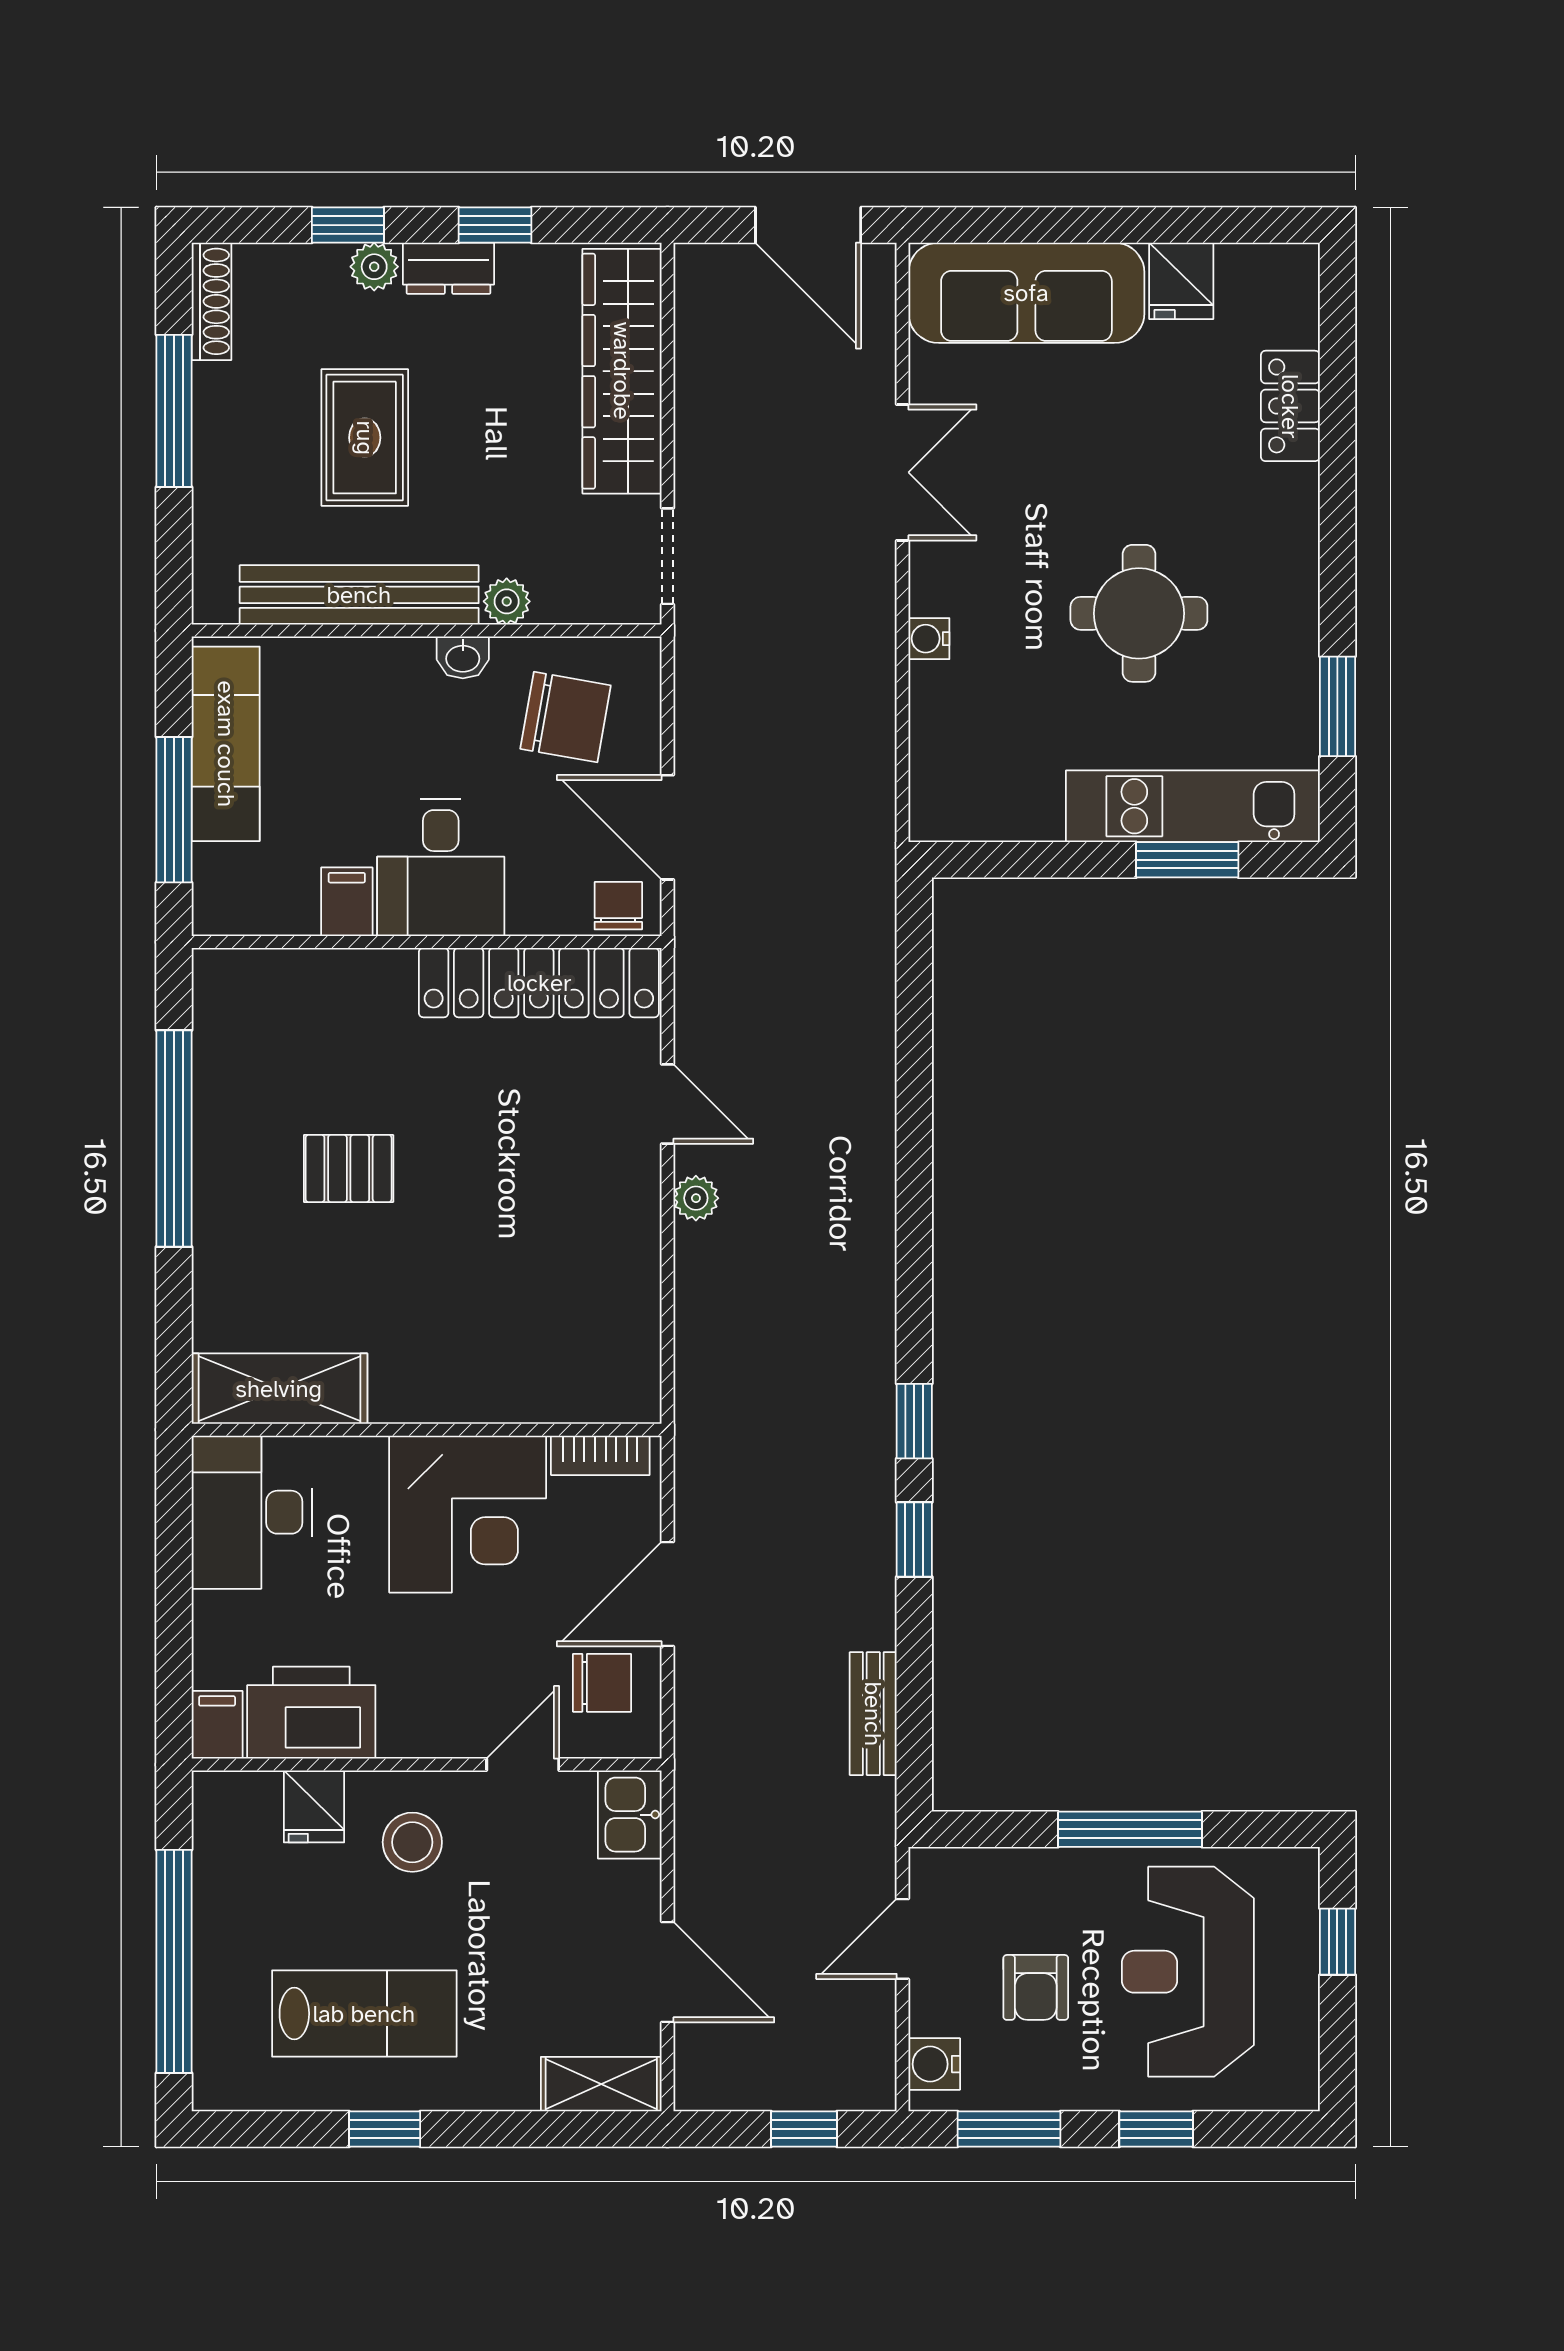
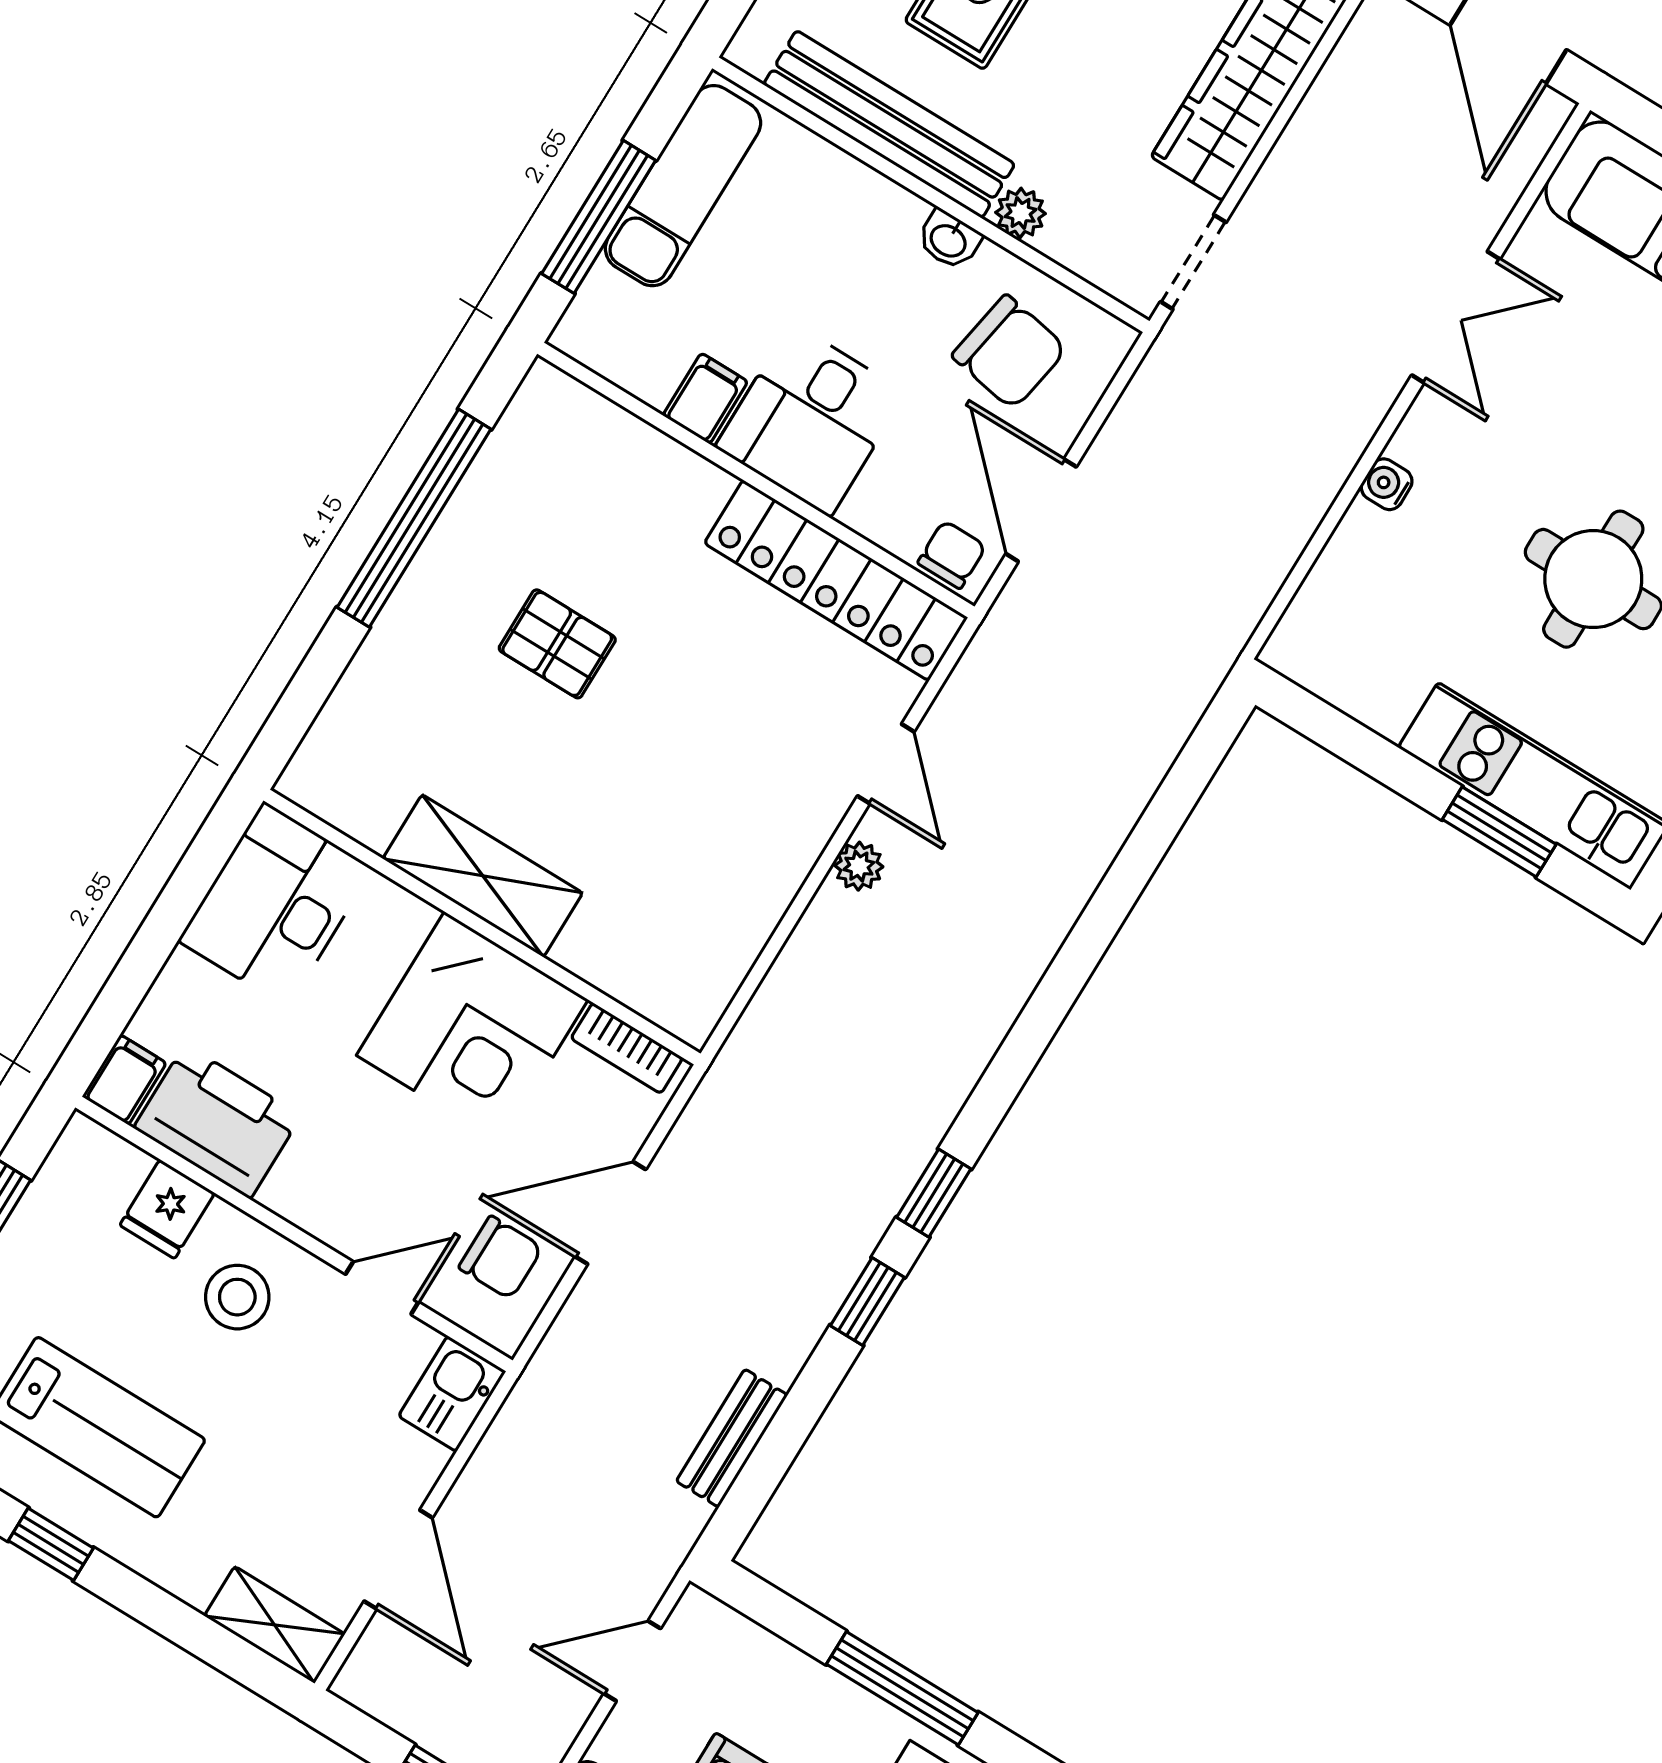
shelving: (279, 1389) -> (483, 876), moved

